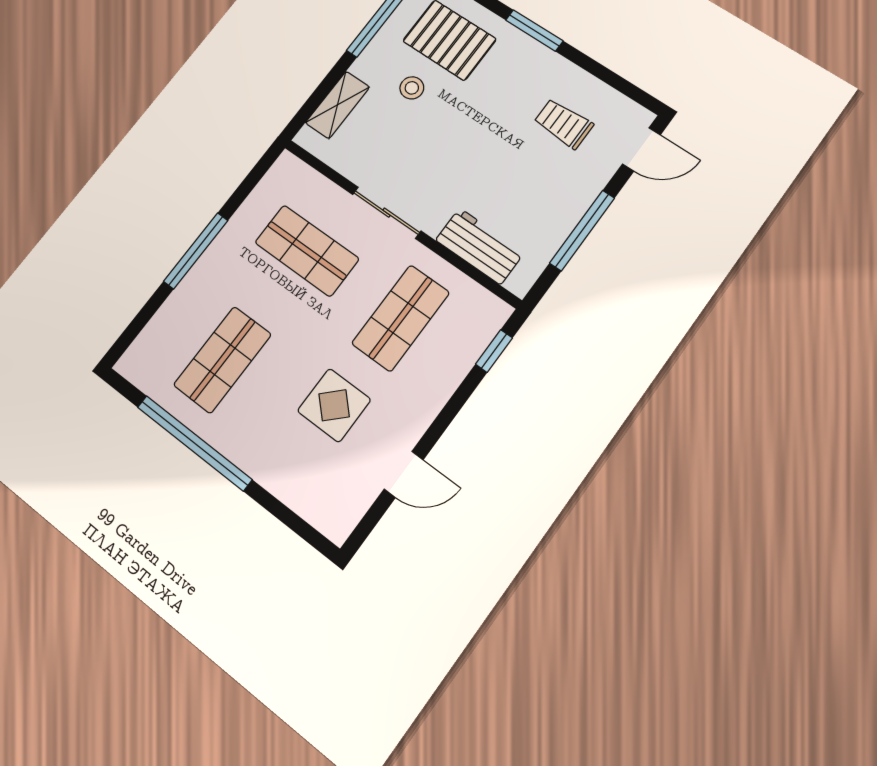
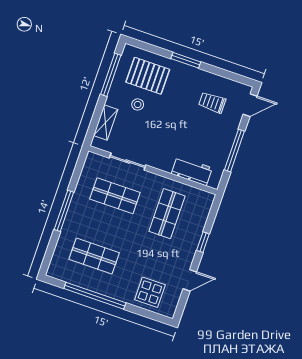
sliding door: (387, 213) -> (128, 162), moved
window: (494, 351) -> (203, 242), moved
shop shelf: (222, 360) -> (94, 256), turned 90
display table: (334, 405) -> (150, 292), moved

